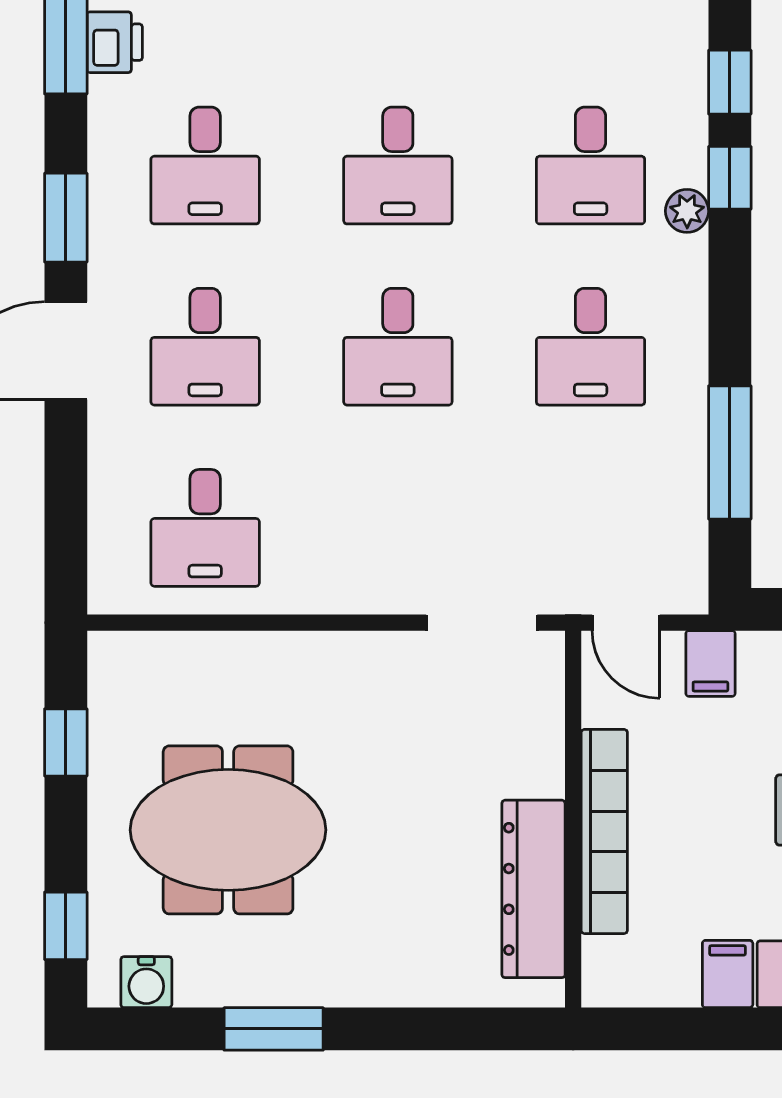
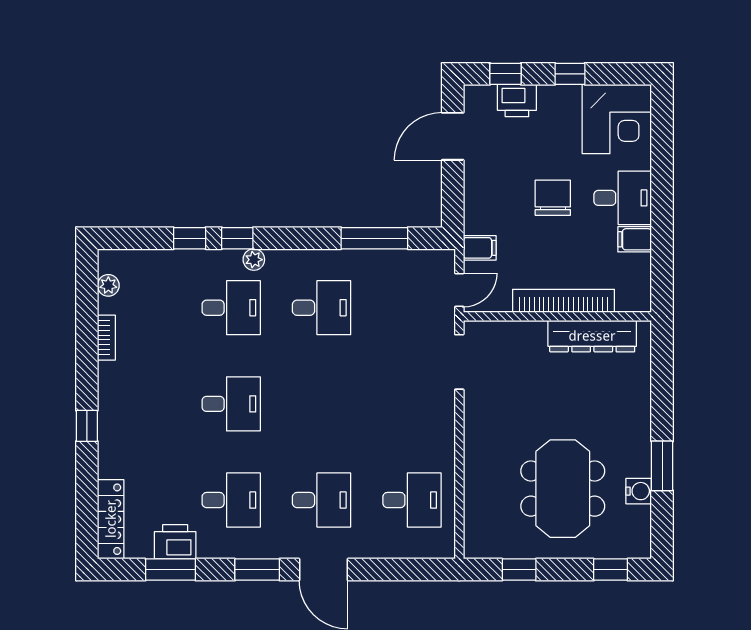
printer: (115, 42) -> (175, 542), width x1.36, depth x1.24
desk: (398, 347) -> (322, 404), removed
water cooler: (146, 982) -> (639, 491), moved

